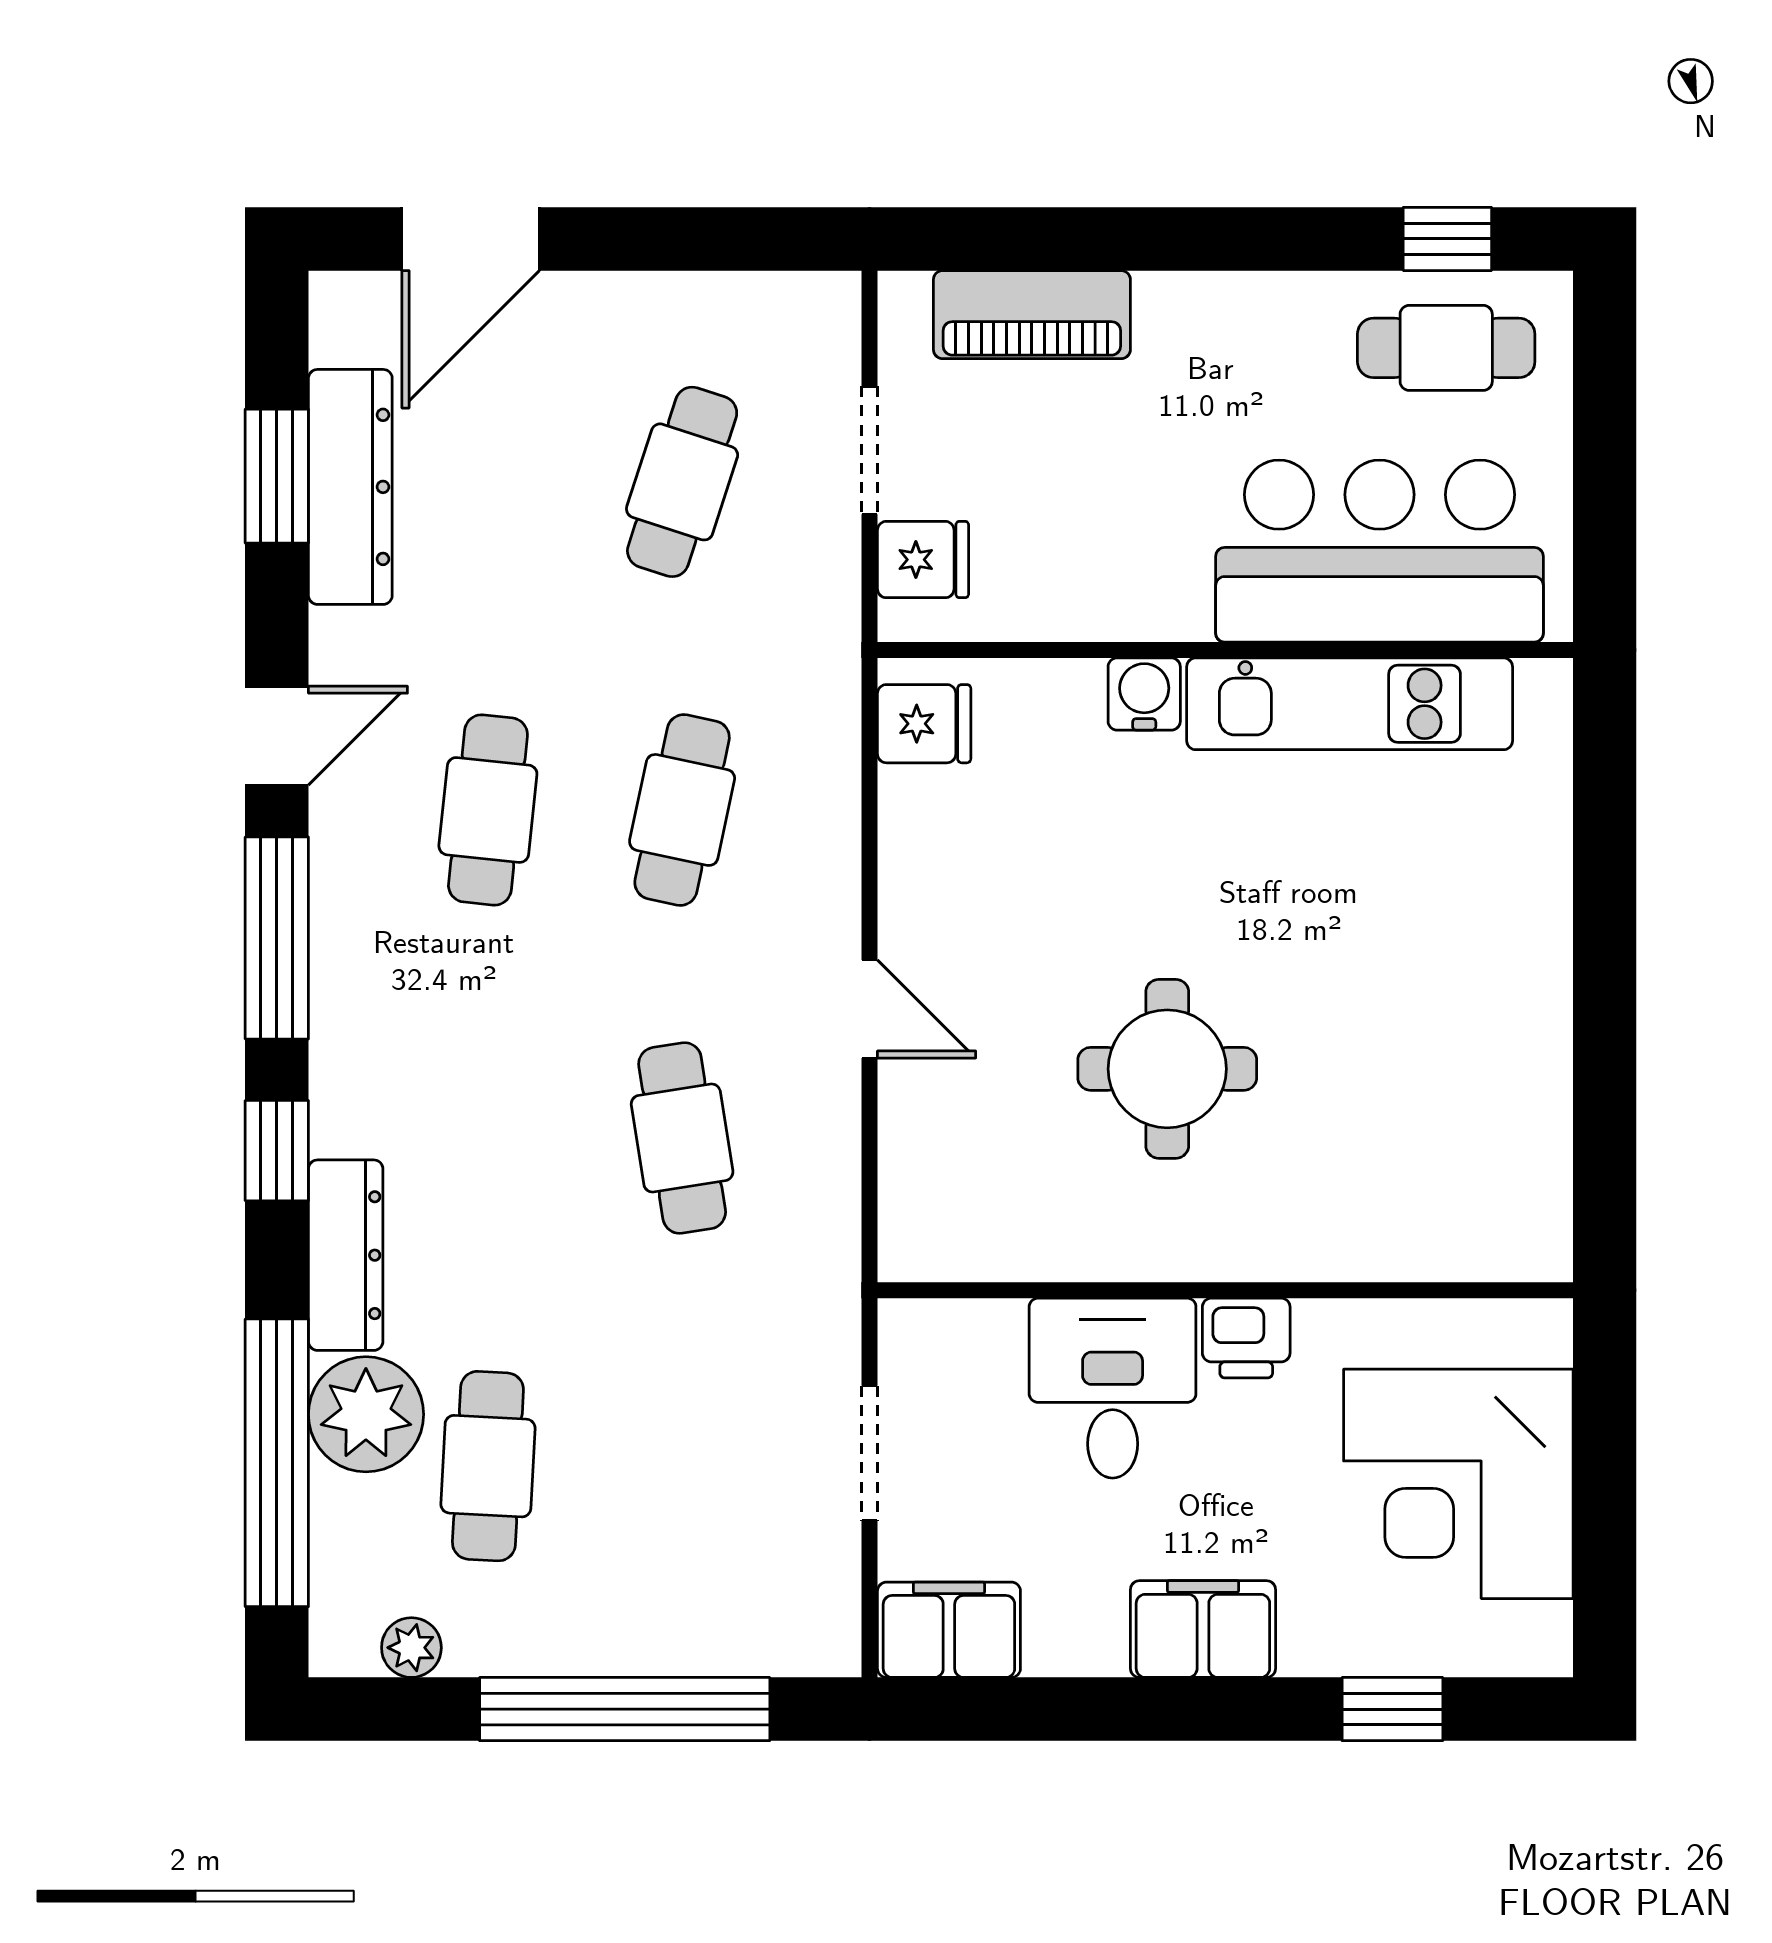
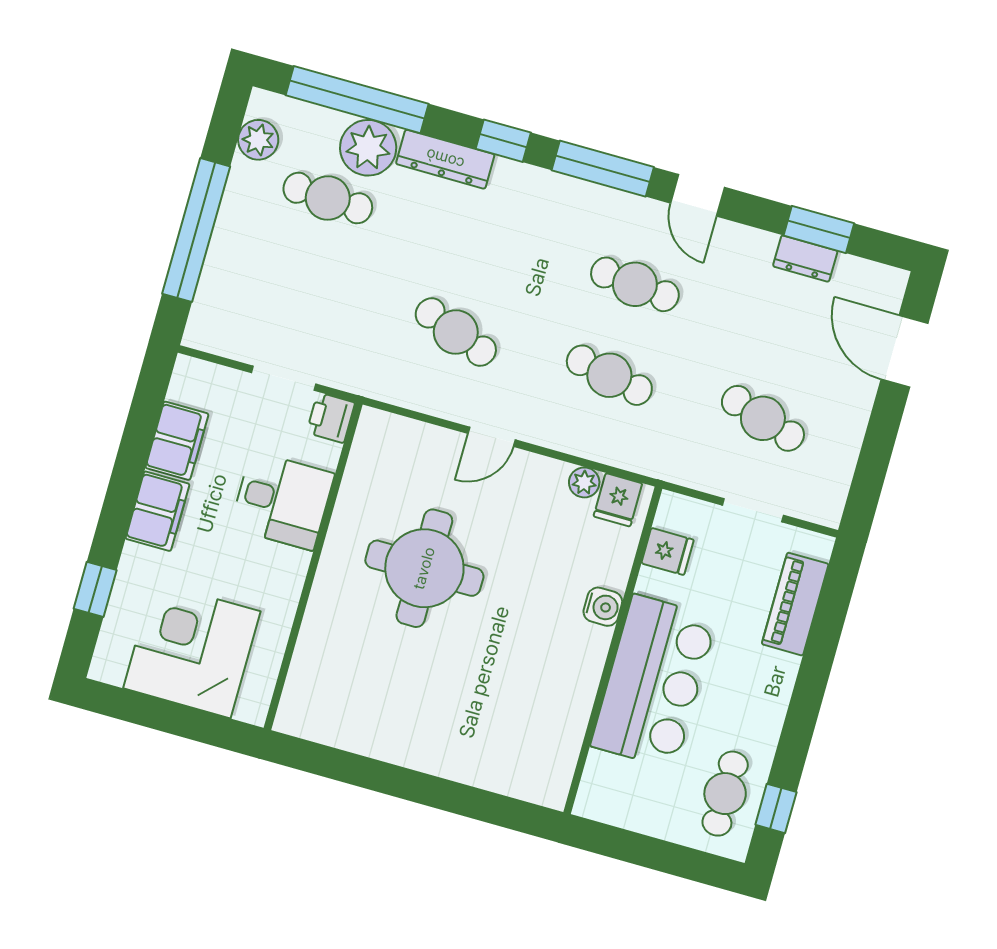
dresser: (350, 487) -> (805, 259), width x0.51, depth x0.80
bar counter: (1380, 551) -> (654, 682), moved
fridge: (923, 560) -> (668, 552), moved, turned -90
kitchen unit: (1350, 704) -> (571, 702), removed
plant: (909, 800) -> (584, 482), added
round table: (1167, 1069) -> (424, 568), width x1.36, depth x1.36
cafe table: (682, 1138) -> (456, 332), turned 30
printer: (1246, 1338) -> (331, 418), moved
filing cabinet: (949, 1630) -> (177, 441), moved
plant: (411, 1648) -> (258, 140), width x1.38, depth x1.38

